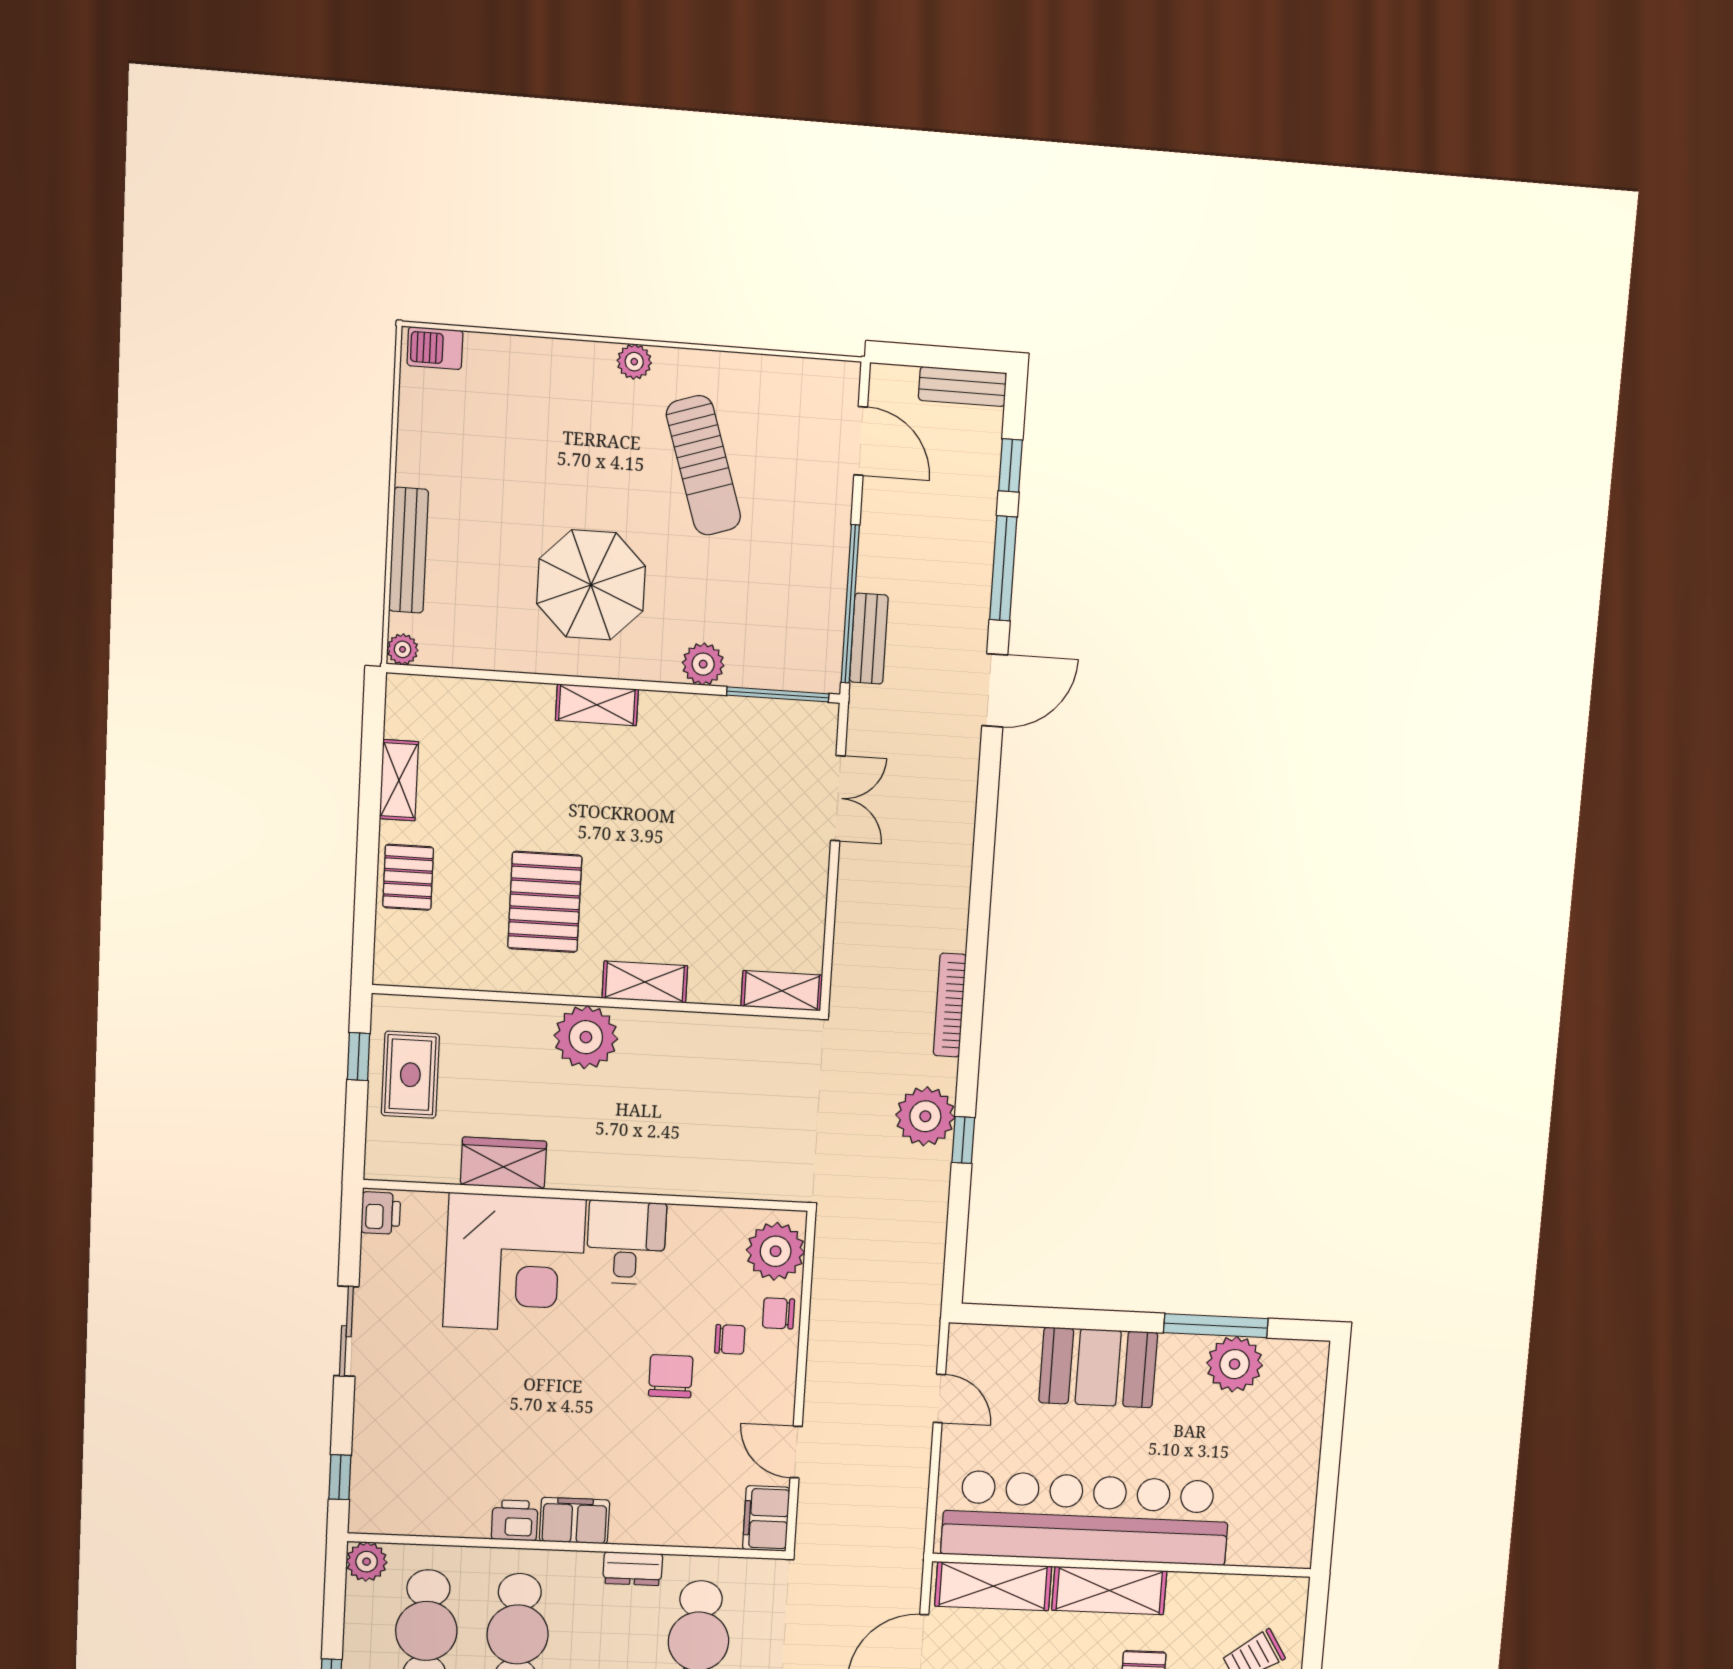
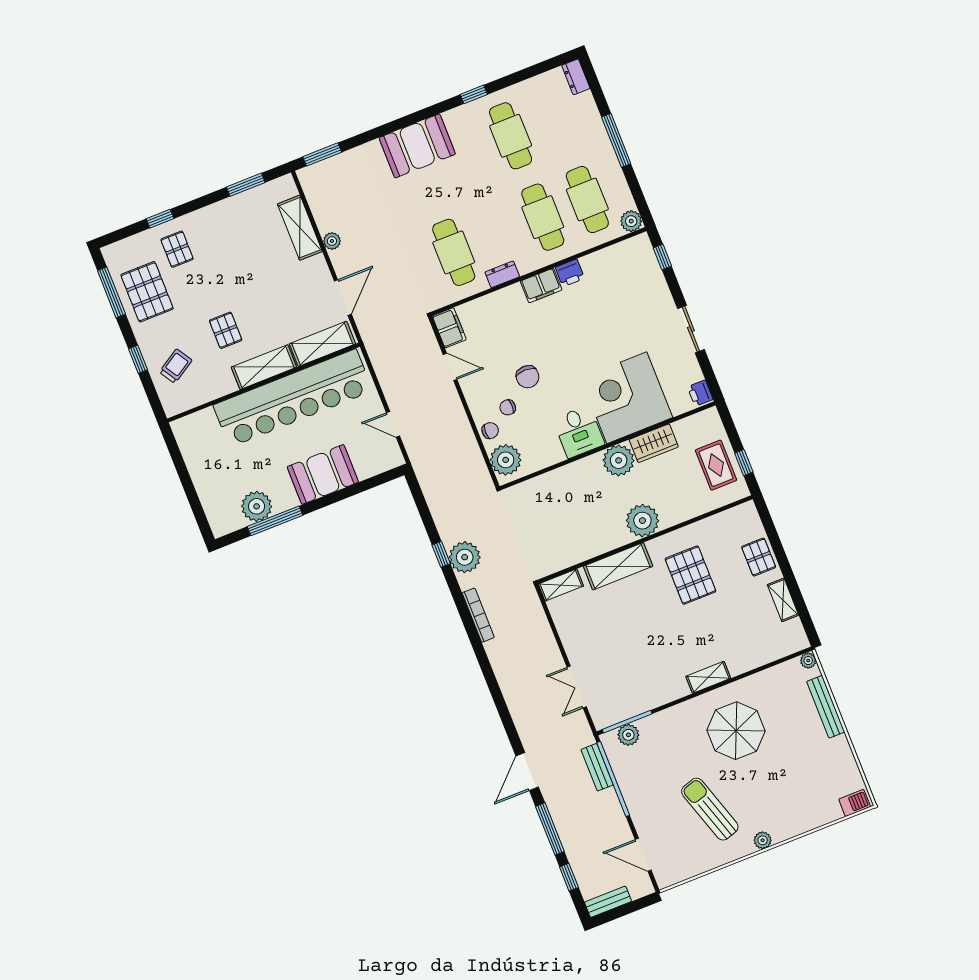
plant: (703, 664) -> (628, 735), moved
shelving: (645, 982) -> (618, 566), width x1.50, depth x1.33
plant: (579, 1161) -> (619, 460), added

